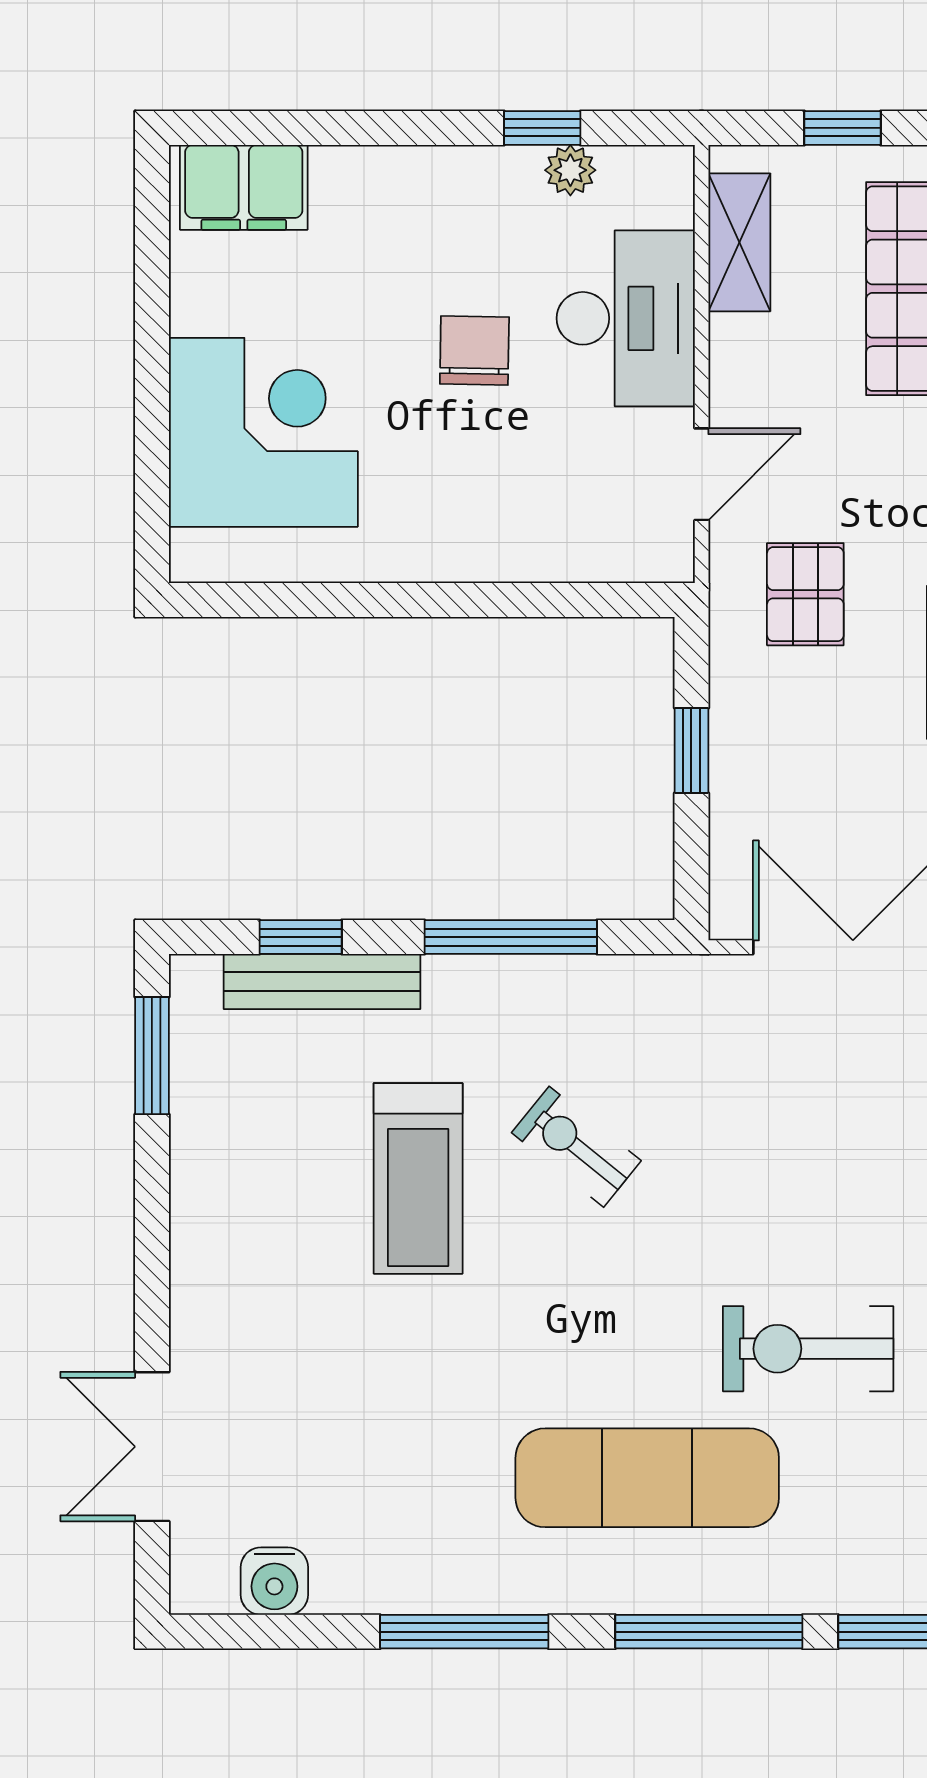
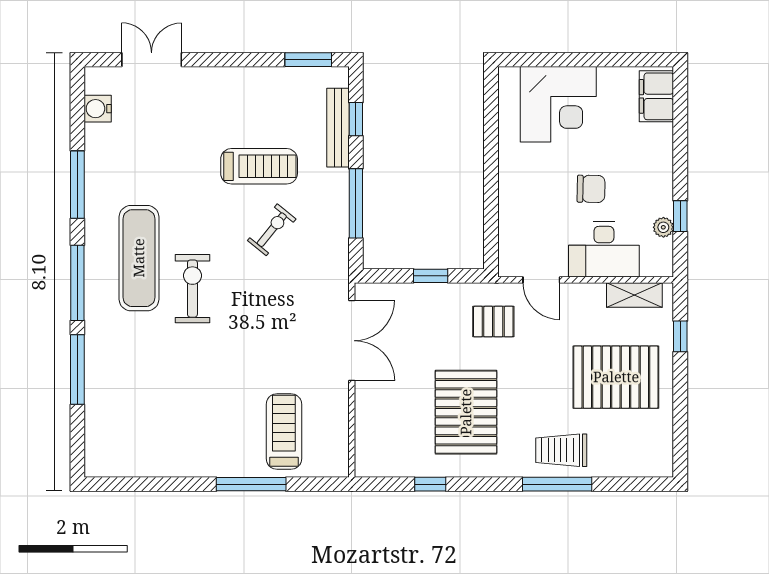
treadmill: (418, 1178) -> (259, 166), turned 180
exercise bike: (808, 1349) -> (192, 289), moved

